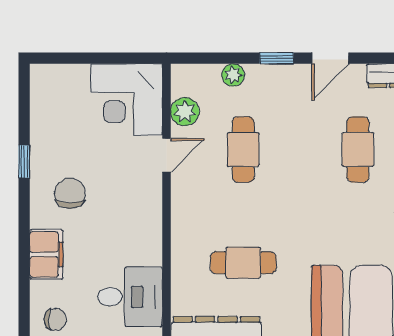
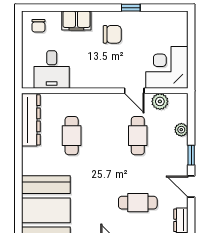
cafe table: (243, 149) -> (138, 136), turned 90

